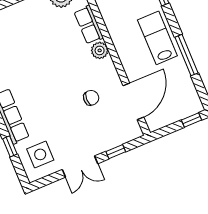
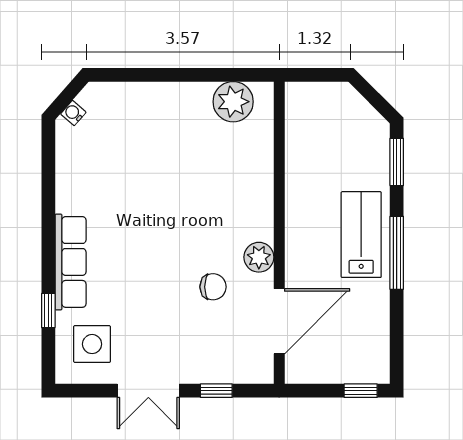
row of seats: (89, 25) -> (258, 167), removed
plant: (100, 50) -> (259, 257), moved
window: (186, 55) -> (397, 253), moved

